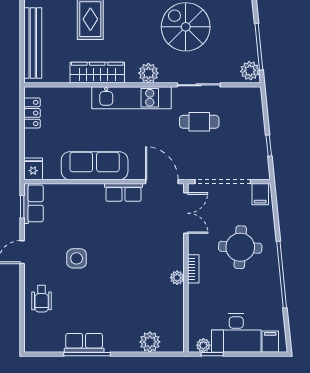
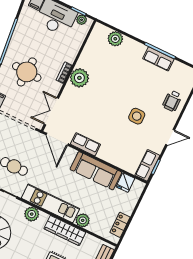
plant: (81, 96) -> (83, 220), added
fridge: (33, 169) -> (125, 183), moved
plant: (177, 278) -> (79, 78), width x1.88, depth x1.88
wheelchair: (42, 299) -> (172, 101), turned 180

